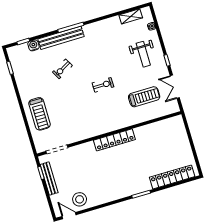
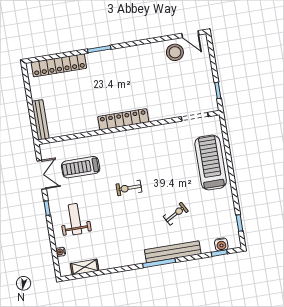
water cooler: (34, 45) -> (221, 244), moved
treadmill: (39, 114) -> (211, 163), width x1.37, depth x1.38
bench: (49, 179) -> (40, 120), moved

